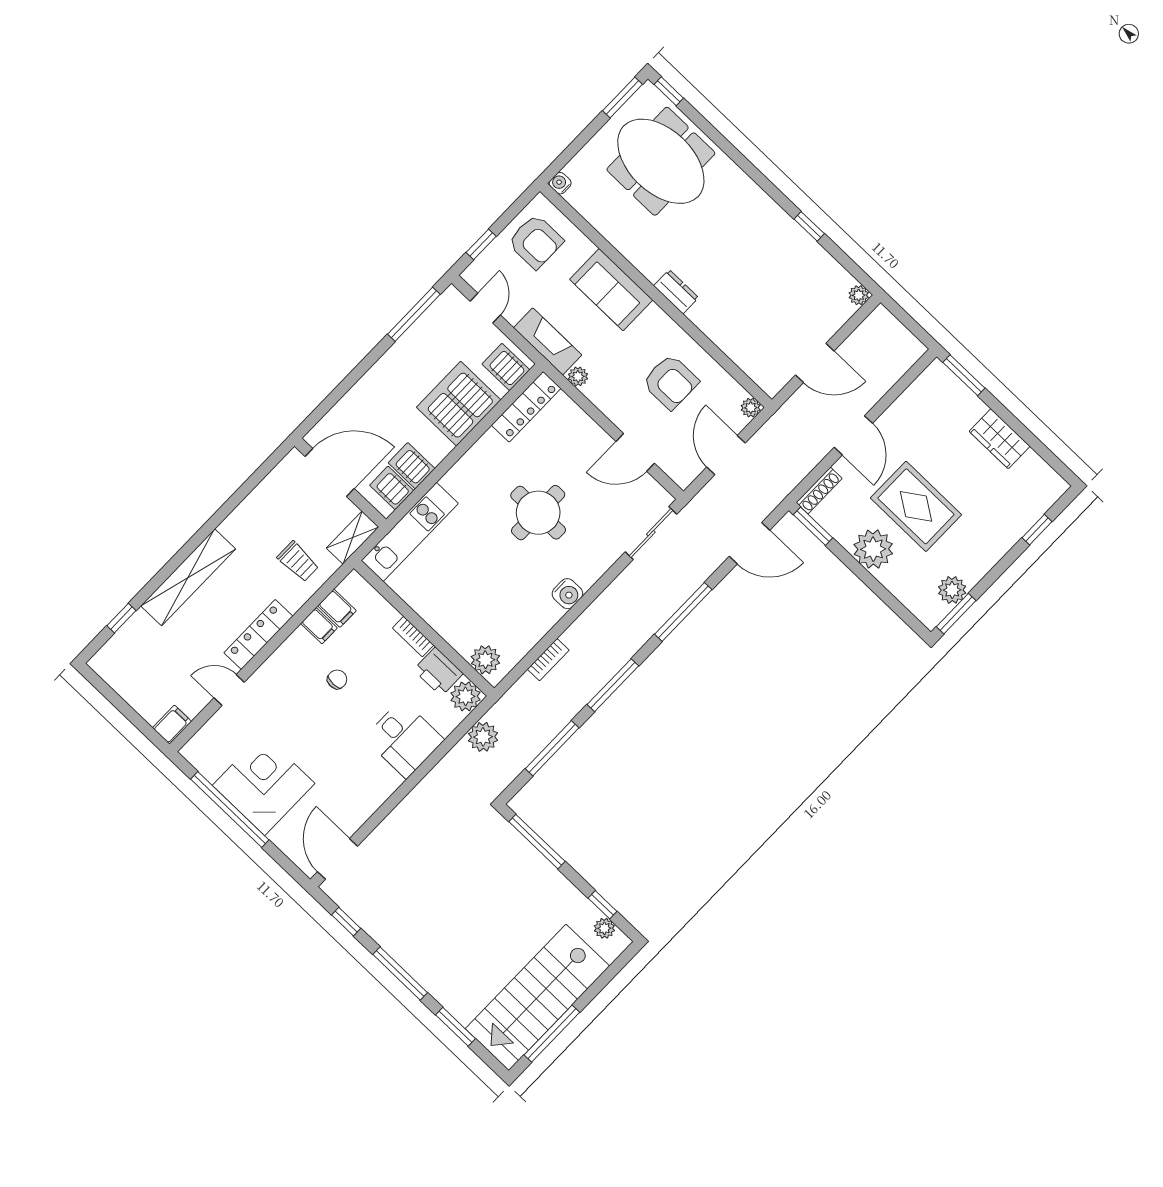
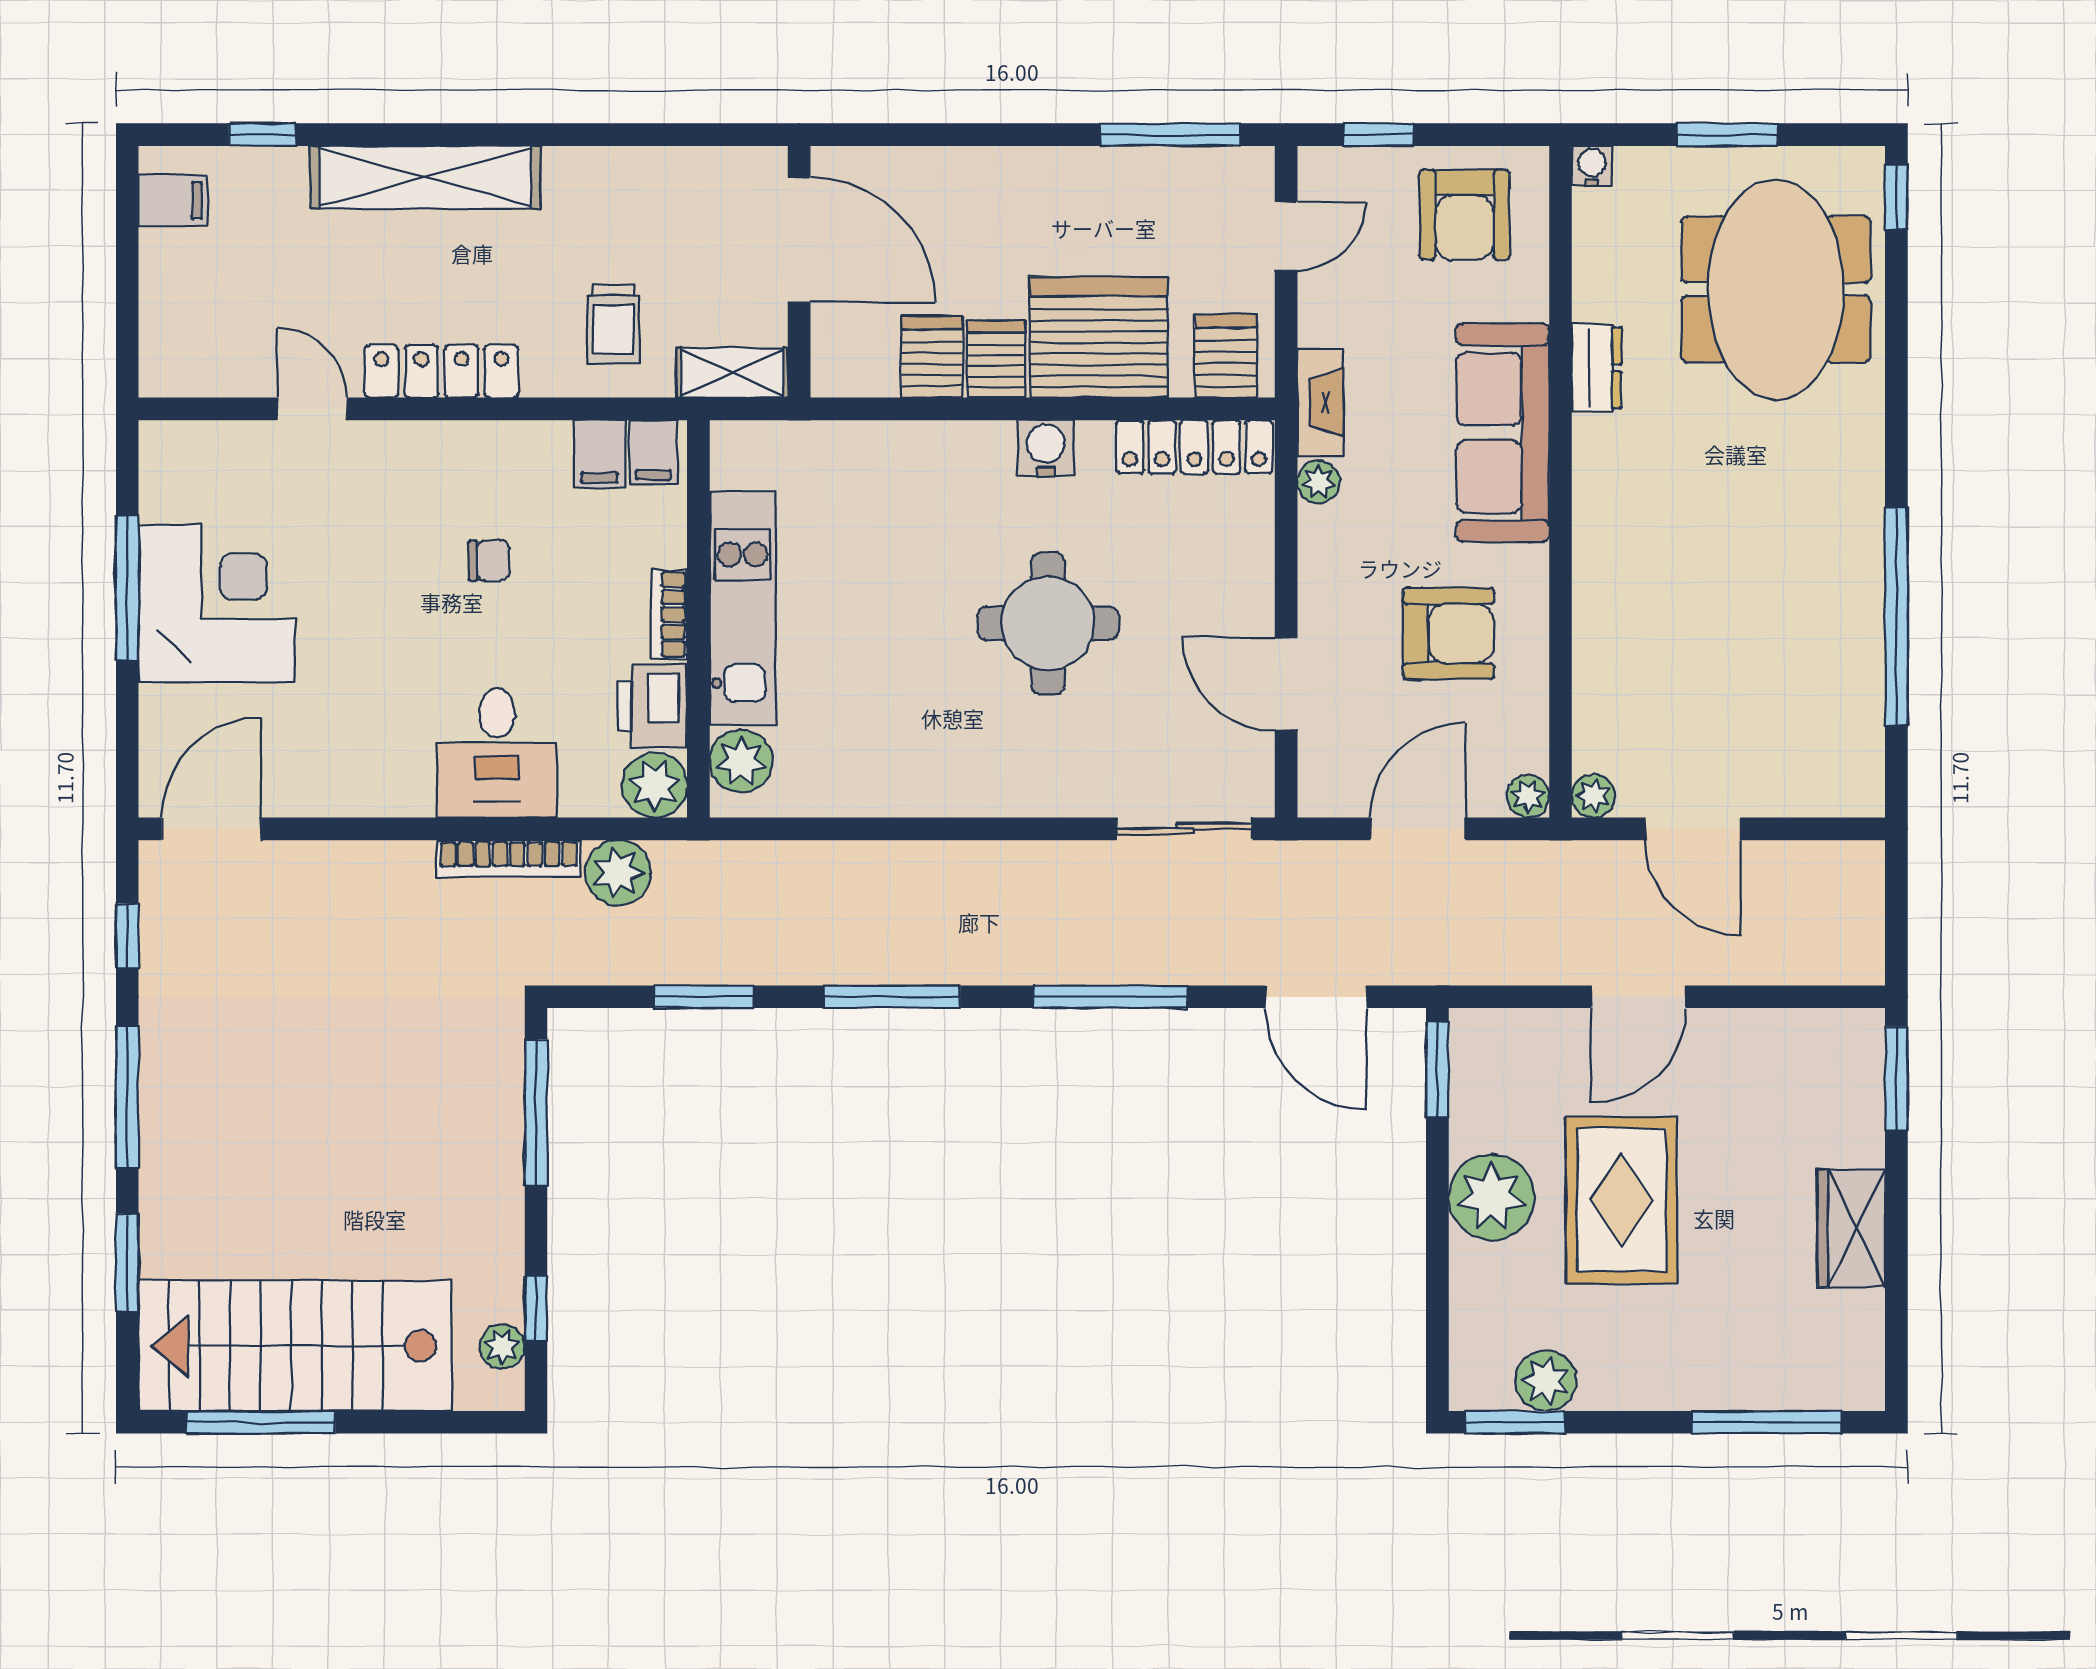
window: (623, 97) -> (1727, 135), moved
window: (809, 226) -> (1896, 616), width x3.17
sofa: (611, 290) -> (1503, 433), width x1.36
dresser: (676, 292) -> (1596, 368), moved
plant: (859, 295) -> (1593, 796), moved
fireplace: (548, 341) -> (1320, 402), width x0.73, depth x0.76
armchair: (671, 382) -> (1448, 633), turned -90
server rack: (392, 488) -> (996, 359), moved
shoe rack: (819, 490) -> (1502, 1026), removed
window: (1037, 530) -> (1766, 1422), width x2.17
kitchen unit: (410, 532) -> (742, 608), moved, turned -90
water cooler: (567, 594) -> (1046, 448), moved, turned 180
filing cabinet: (319, 626) -> (653, 452), moved
bookcase: (548, 660) -> (509, 858), moved, width x1.56
filing cabinet: (172, 725) -> (173, 201), moved
window: (552, 748) -> (703, 997), width x0.69
window: (230, 810) -> (127, 588), width x0.68

